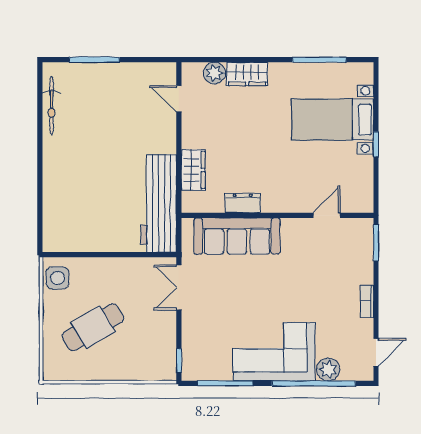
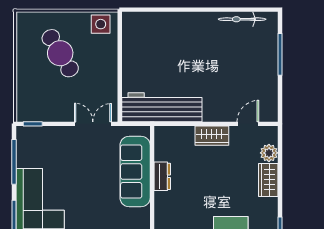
wardrobe: (193, 170) -> (212, 136), moved

